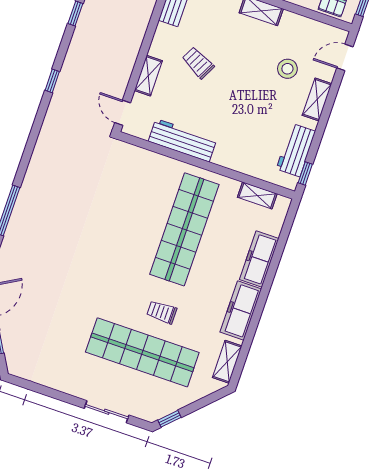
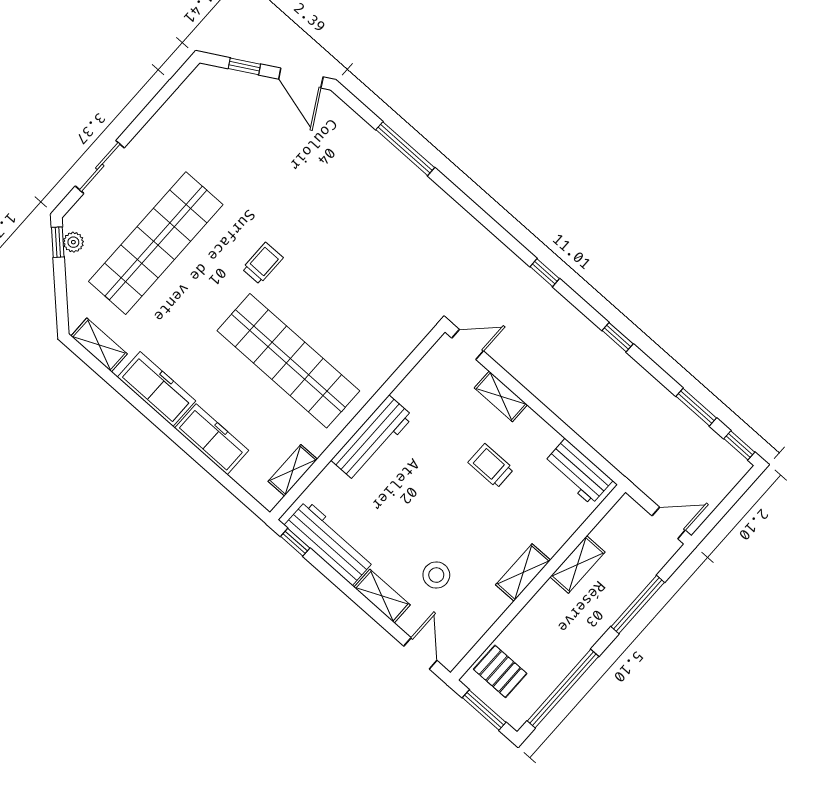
trolley: (198, 63) -> (491, 466), turned -117
workbench: (183, 140) -> (372, 438), moved
workbench: (296, 150) -> (329, 543), width x1.38
trolley: (162, 312) -> (263, 263), moved
plant: (165, 408) -> (73, 242), added

